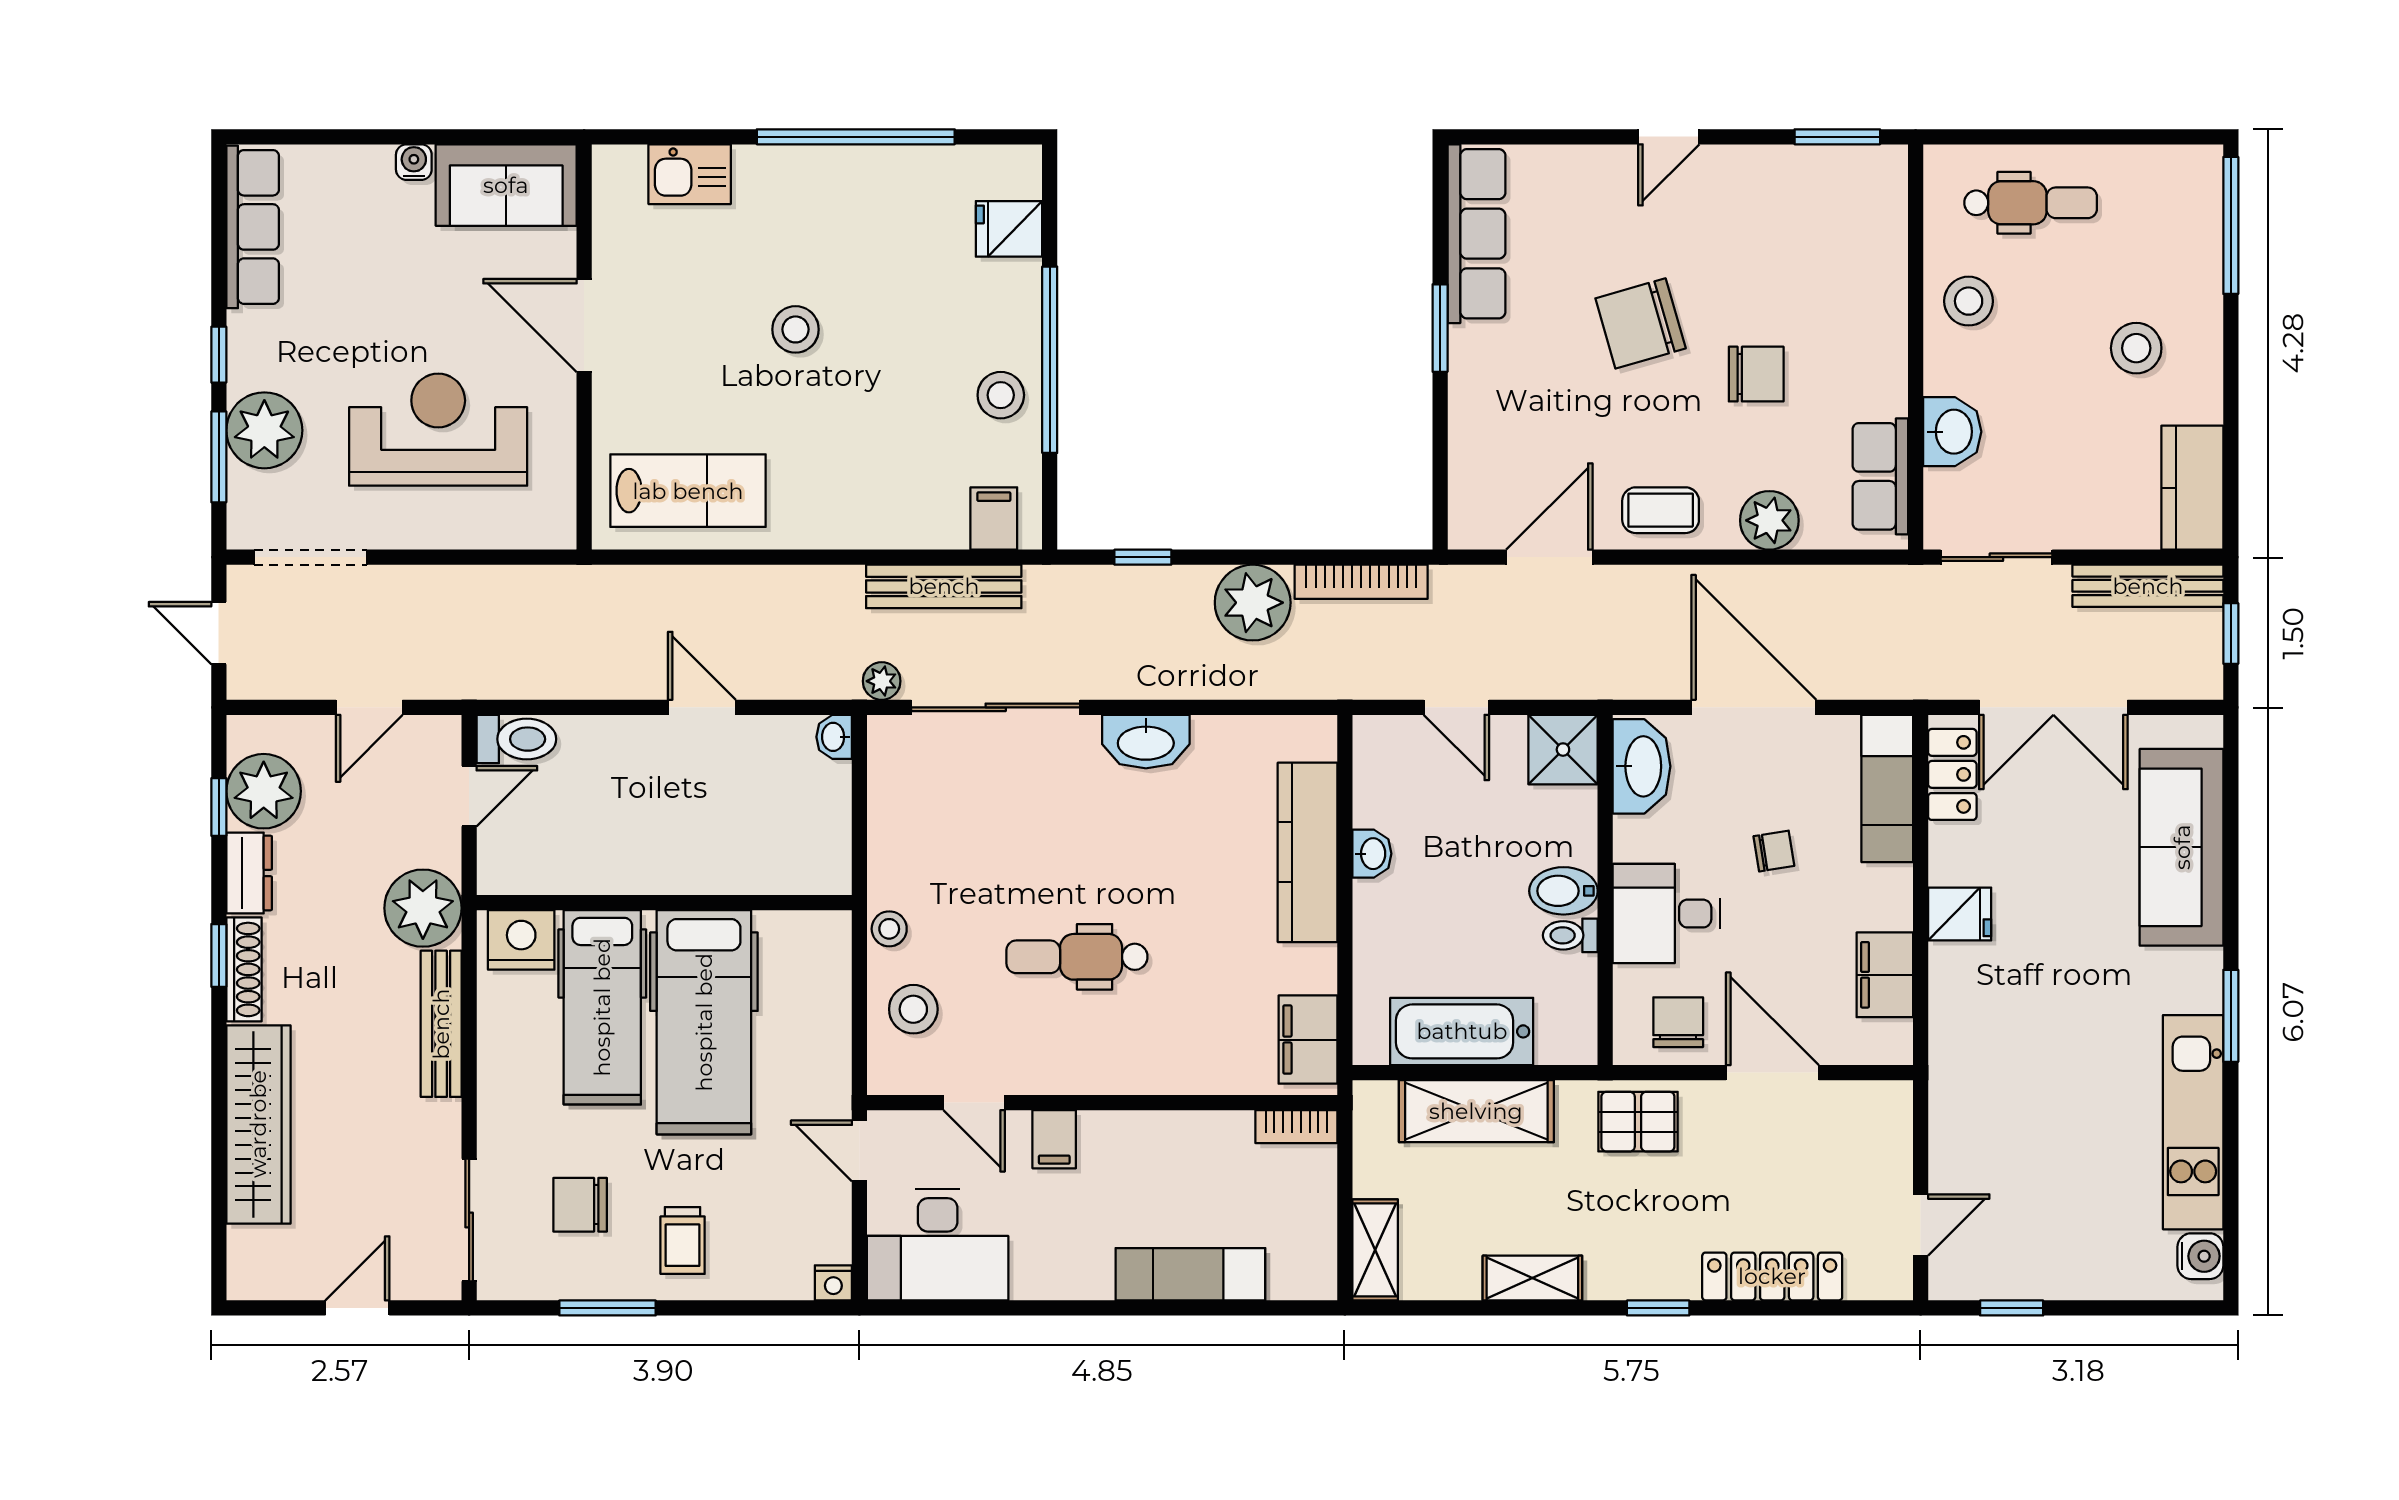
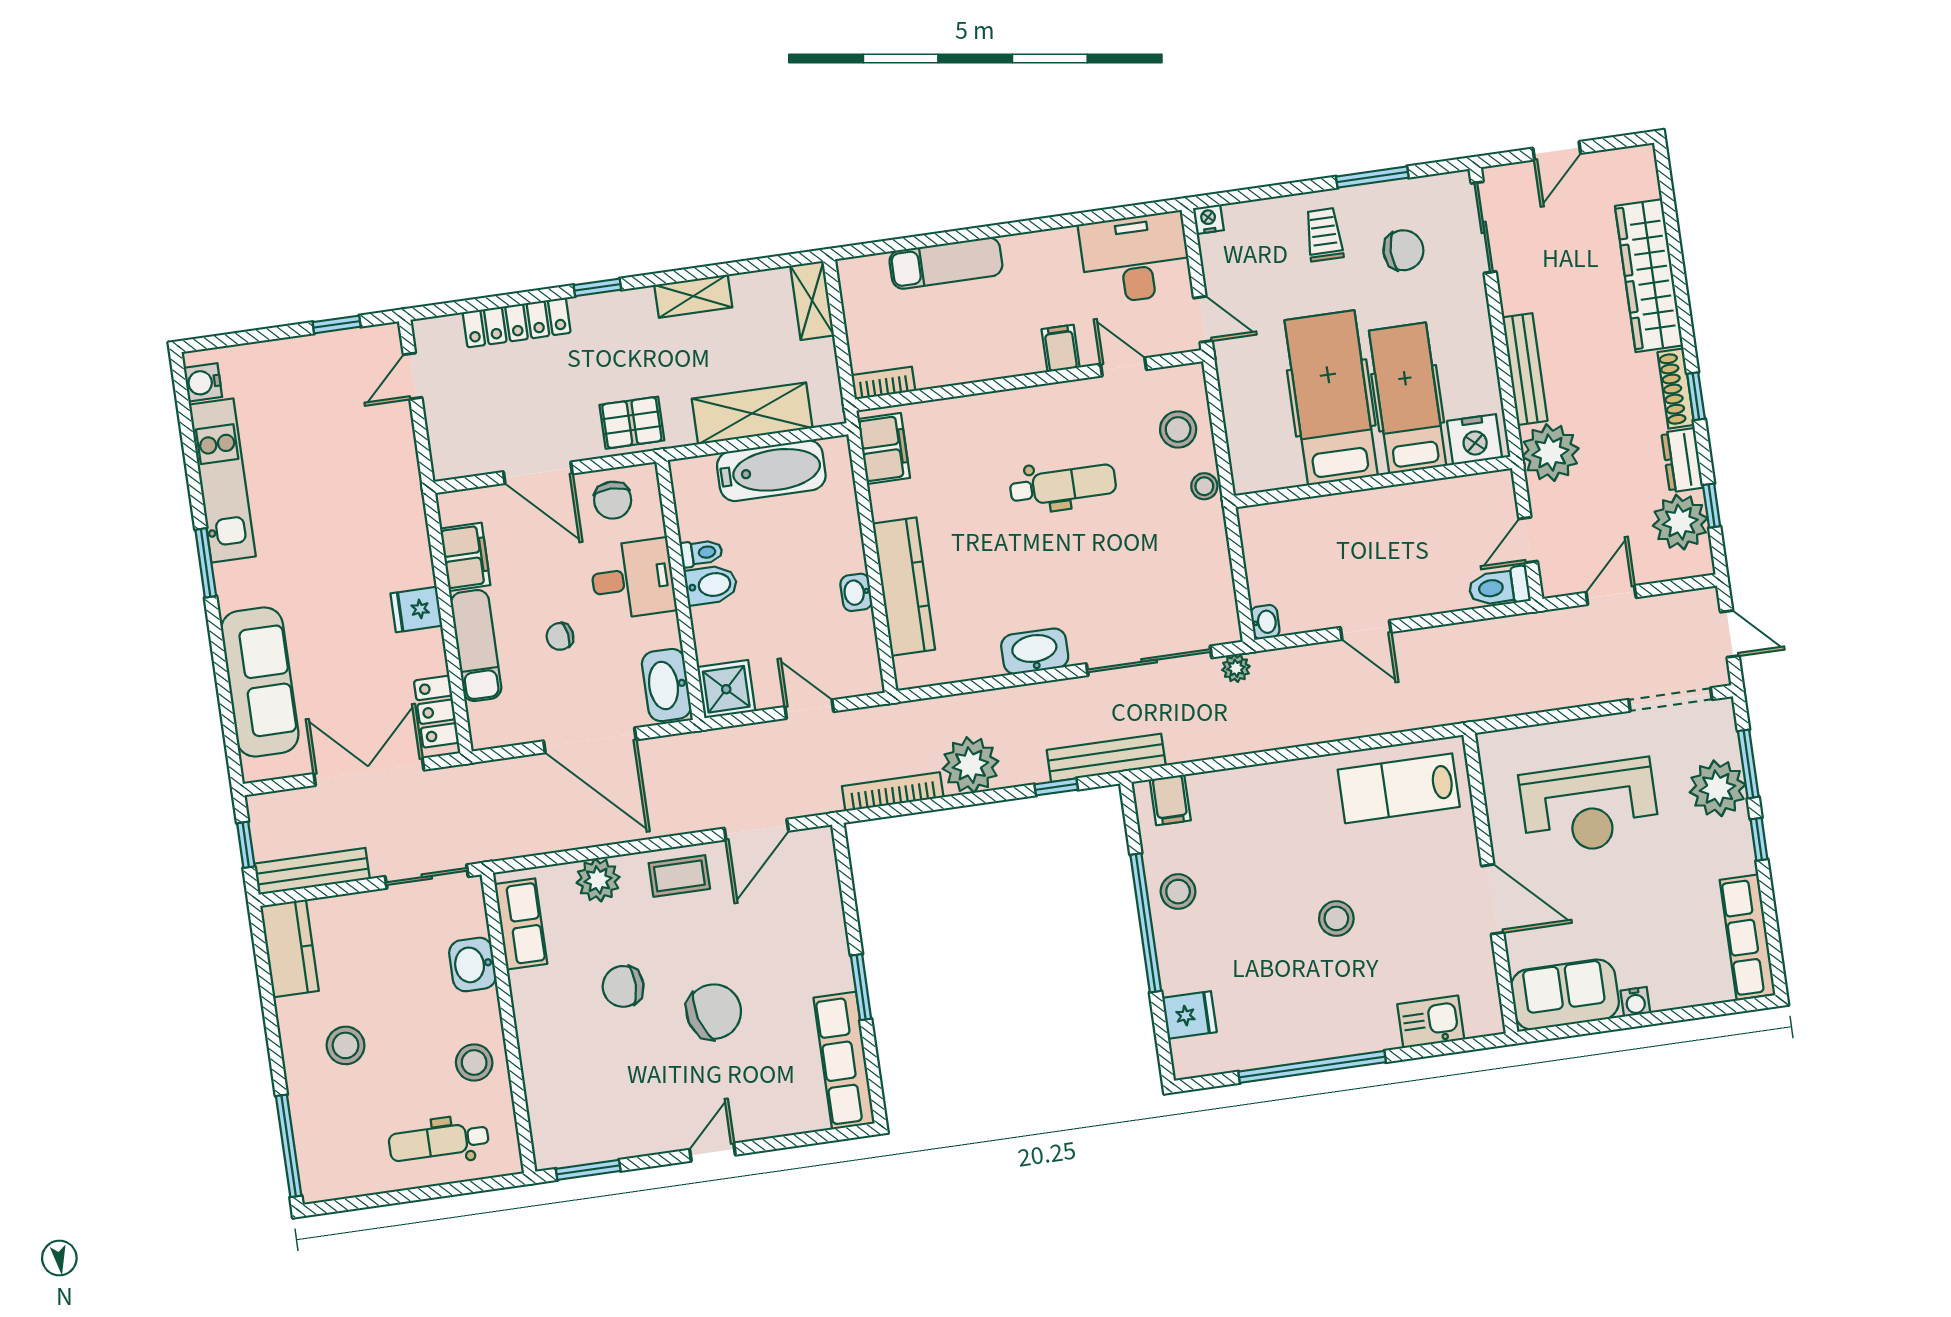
bench: (944, 586) -> (1106, 758), moved
exam couch: (1887, 788) -> (476, 646), moved

